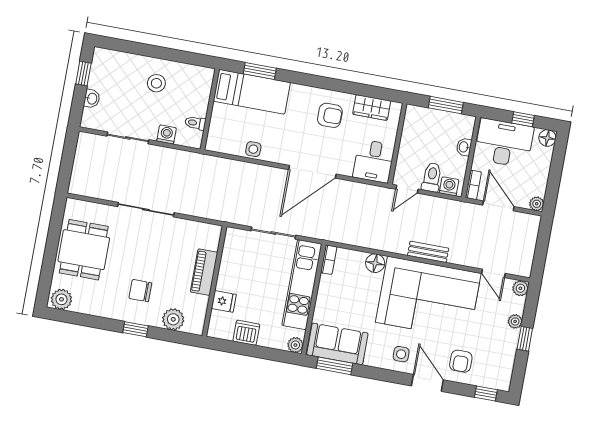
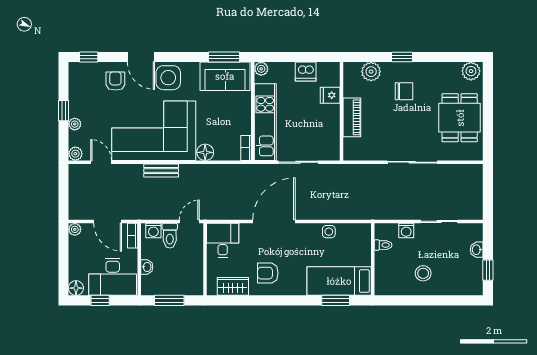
side table: (401, 354) -> (168, 78), width x1.87, depth x1.87

